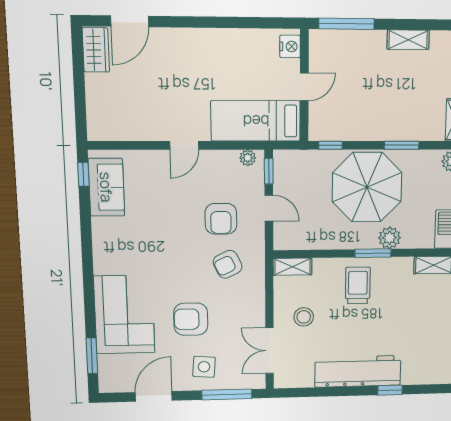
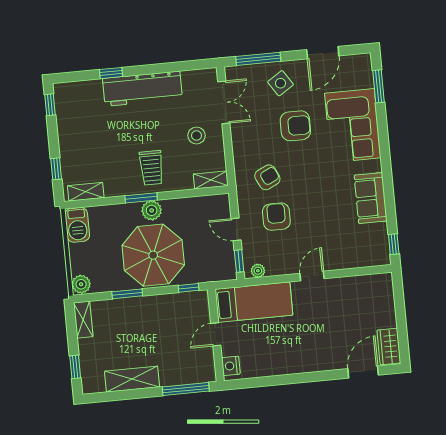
shelving: (408, 40) -> (132, 379), width x1.50, depth x1.33
sofa: (106, 187) -> (371, 198), moved
plant: (390, 238) -> (152, 210), moved
side table: (204, 367) -> (281, 83), turned -37

